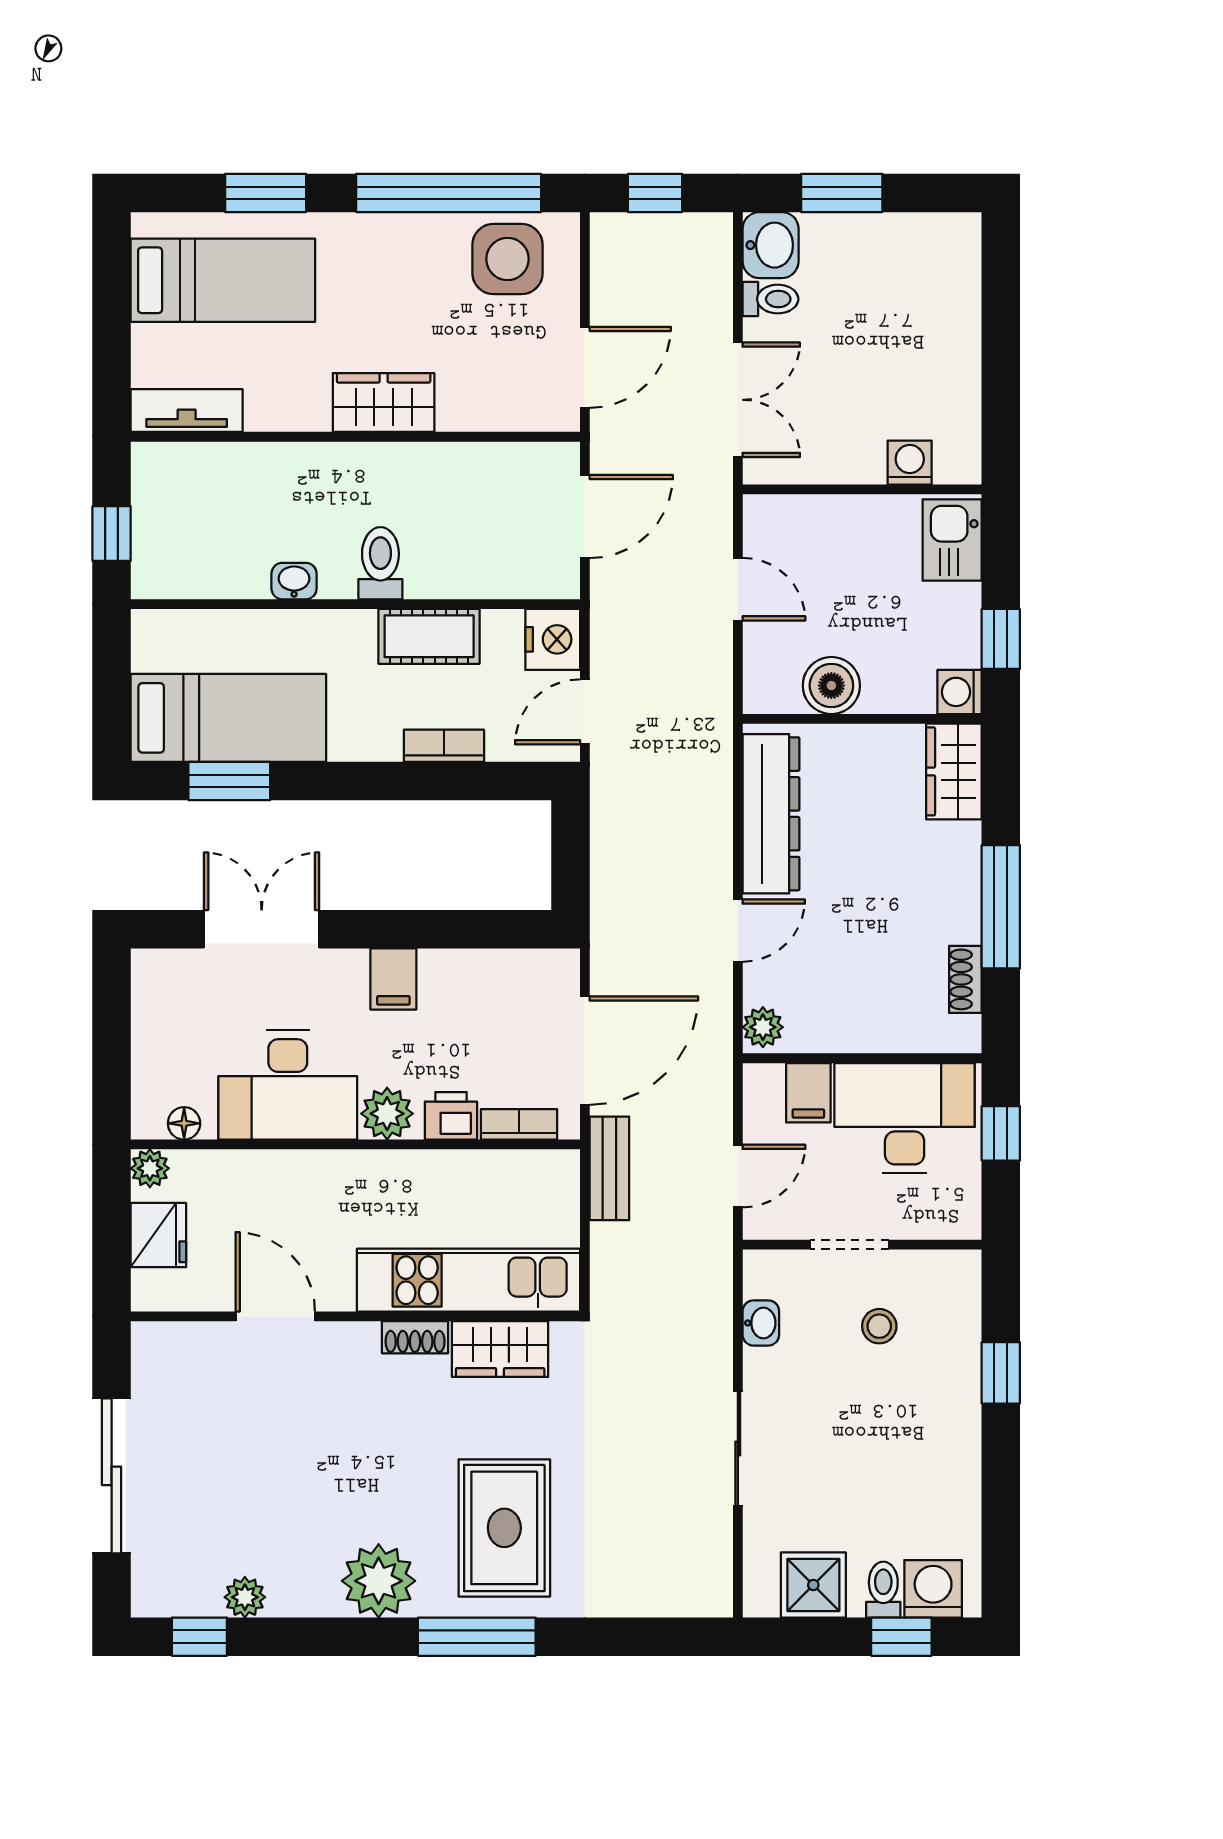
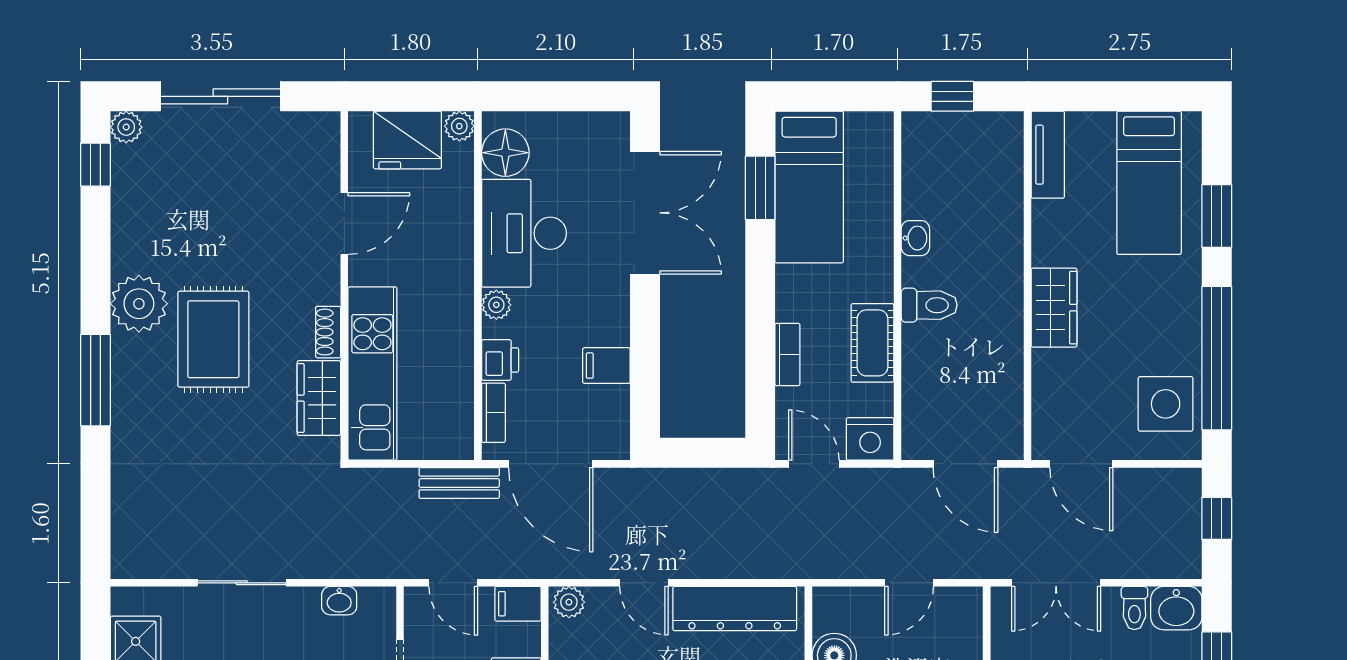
double door: (262, 929) -> (645, 213), width x1.37
filing cabinet: (393, 979) -> (606, 366), moved
filing cabinet: (808, 1093) -> (518, 604), moved
plant: (387, 1114) -> (496, 305), width x0.73, depth x0.73
floor lamp: (184, 1123) -> (505, 153), width x1.89, depth x1.89
fridge: (158, 1235) -> (407, 140), width x1.36, depth x1.34
rug: (504, 1528) -> (213, 339), moved, turned 90
plant: (245, 1597) -> (126, 127), moved

